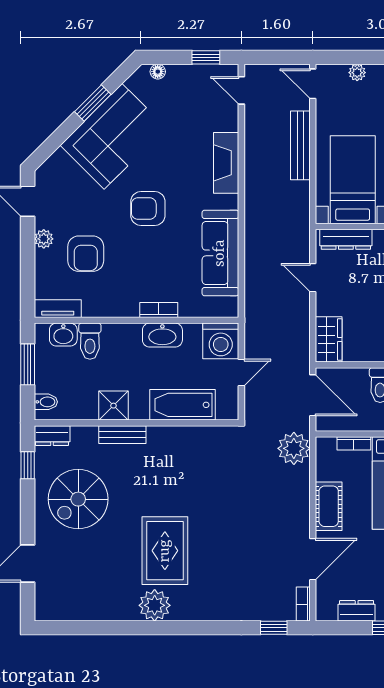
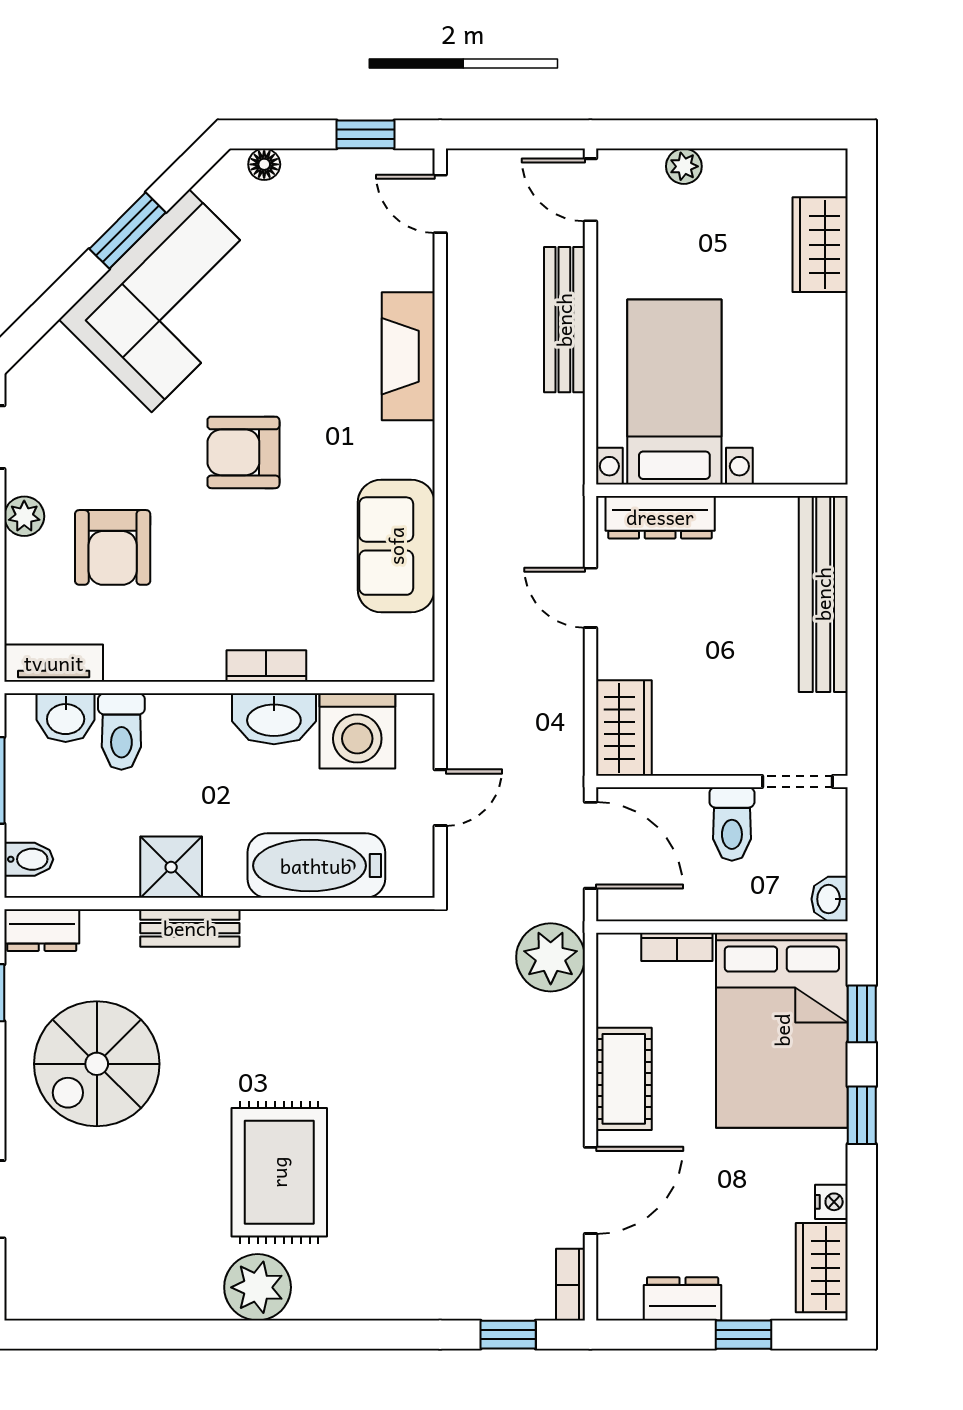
sofa: (220, 253) -> (396, 546), width x0.73
washing machine: (221, 341) -> (357, 731), moved

